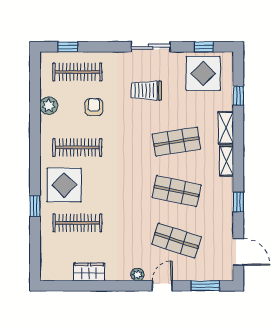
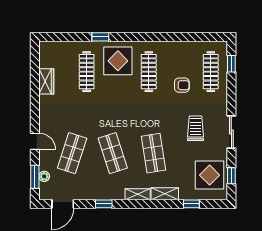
plant: (49, 106) -> (183, 48), removed
shop shelf: (176, 191) -> (113, 153), turned -30
plant: (138, 274) -> (44, 176), moved

